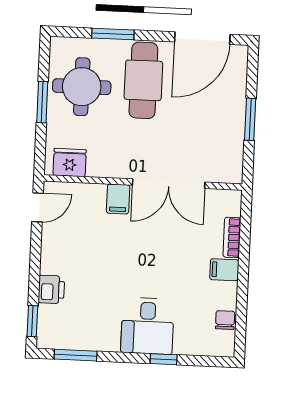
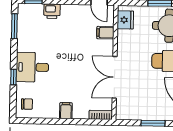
filing cabinet: (118, 199) -> (105, 33), moved
bookcase: (232, 237) -> (101, 115), moved
chair: (225, 320) -> (27, 104), moved

